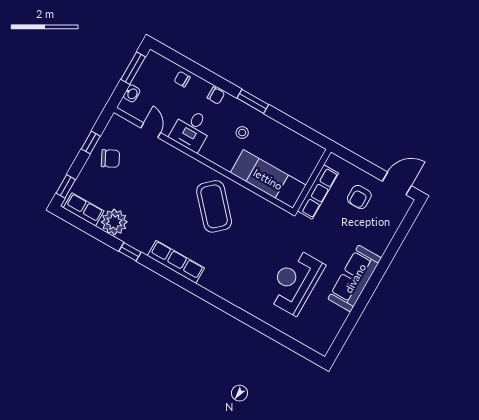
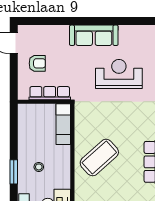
exam couch: (268, 179) -> (63, 124), width x0.73, depth x0.69
reception desk: (295, 282) -> (119, 74), turned 180

